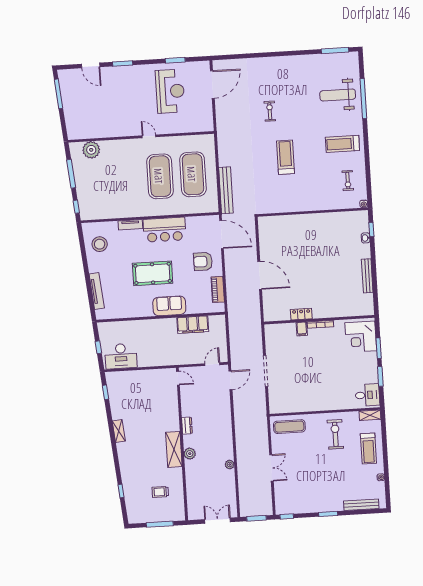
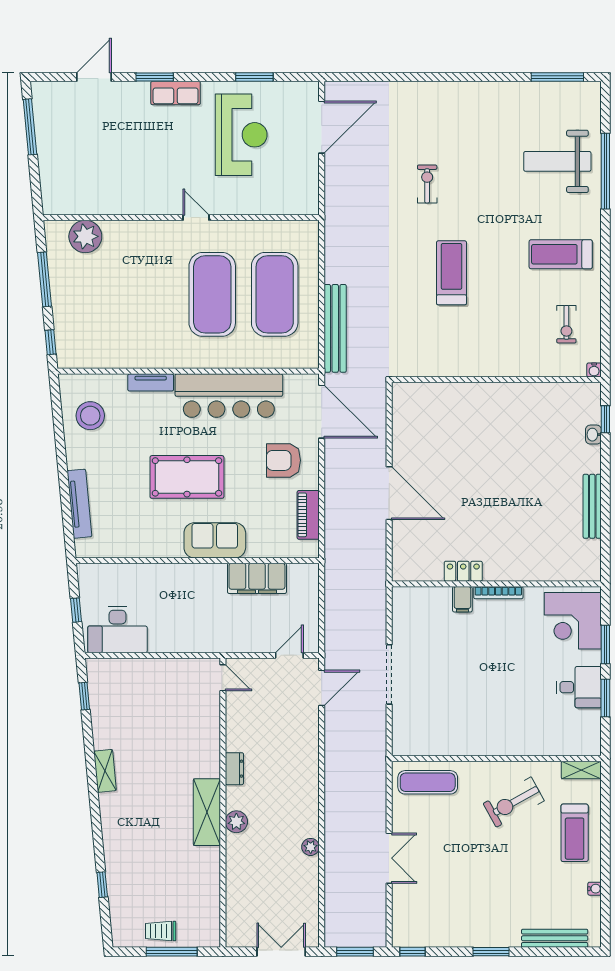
door: (91, 65) -> (94, 77), swing flipped
row of seats: (134, 71) -> (176, 93), added
bar counter: (164, 230) -> (229, 396), width x1.36
desk: (367, 395) -> (579, 687), moved
exercise bike: (335, 434) -> (514, 802), turned -119
trolley: (160, 492) -> (161, 931), moved

